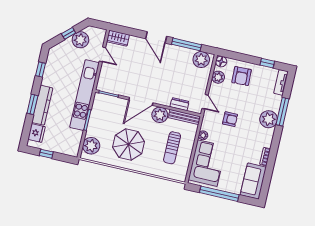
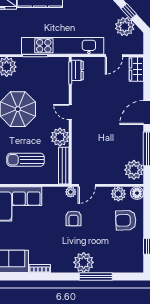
tv unit: (281, 82) -> (129, 267), removed
door: (141, 101) -> (70, 112), width x0.53
dresser: (180, 104) -> (77, 70), moved
plant: (203, 135) -> (71, 192), moved

